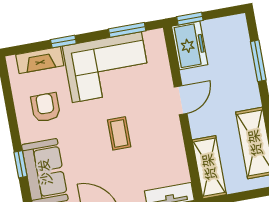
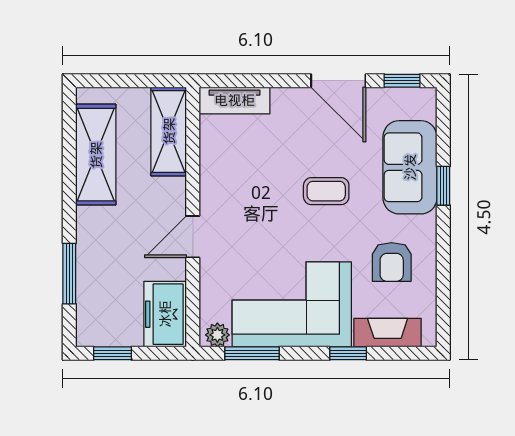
window: (190, 19) -> (113, 353), moved
plant: (152, 38) -> (217, 335), added
coffee table: (119, 133) -> (326, 191), moved, turned 90

